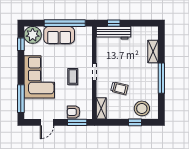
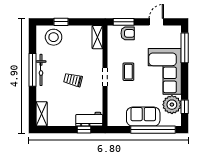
window: (65, 23) -> (153, 130), moved
workbench: (114, 33) -> (89, 119), width x0.73
plant: (33, 35) -> (172, 105), moved
shelving: (153, 52) -> (42, 114), moved
bicycle: (153, 78) -> (41, 70), added
trolley: (119, 88) -> (73, 80), moved

